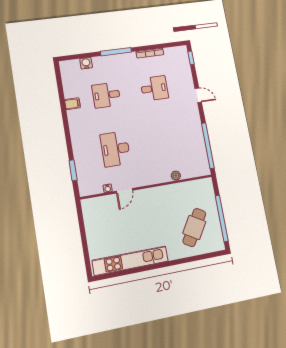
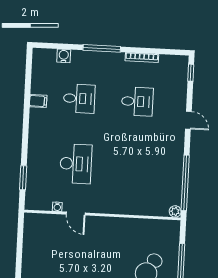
desk: (106, 95) -> (79, 99), turned 180
desk: (115, 149) -> (76, 164), turned 180
plant: (176, 176) -> (175, 211), moved
door: (124, 191) -> (76, 214), hinge flipped

